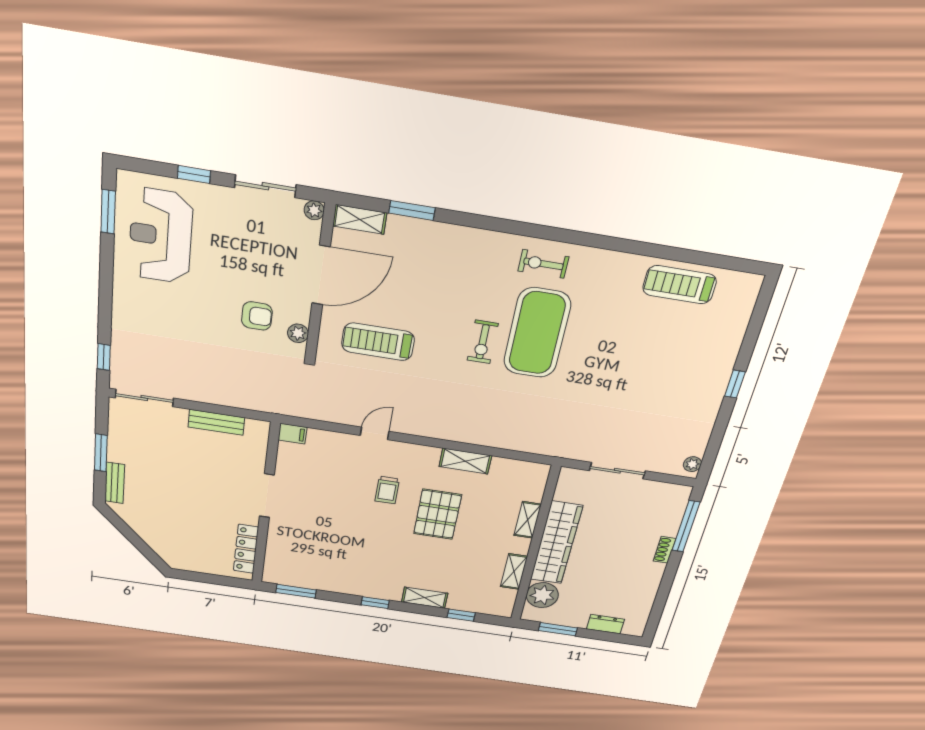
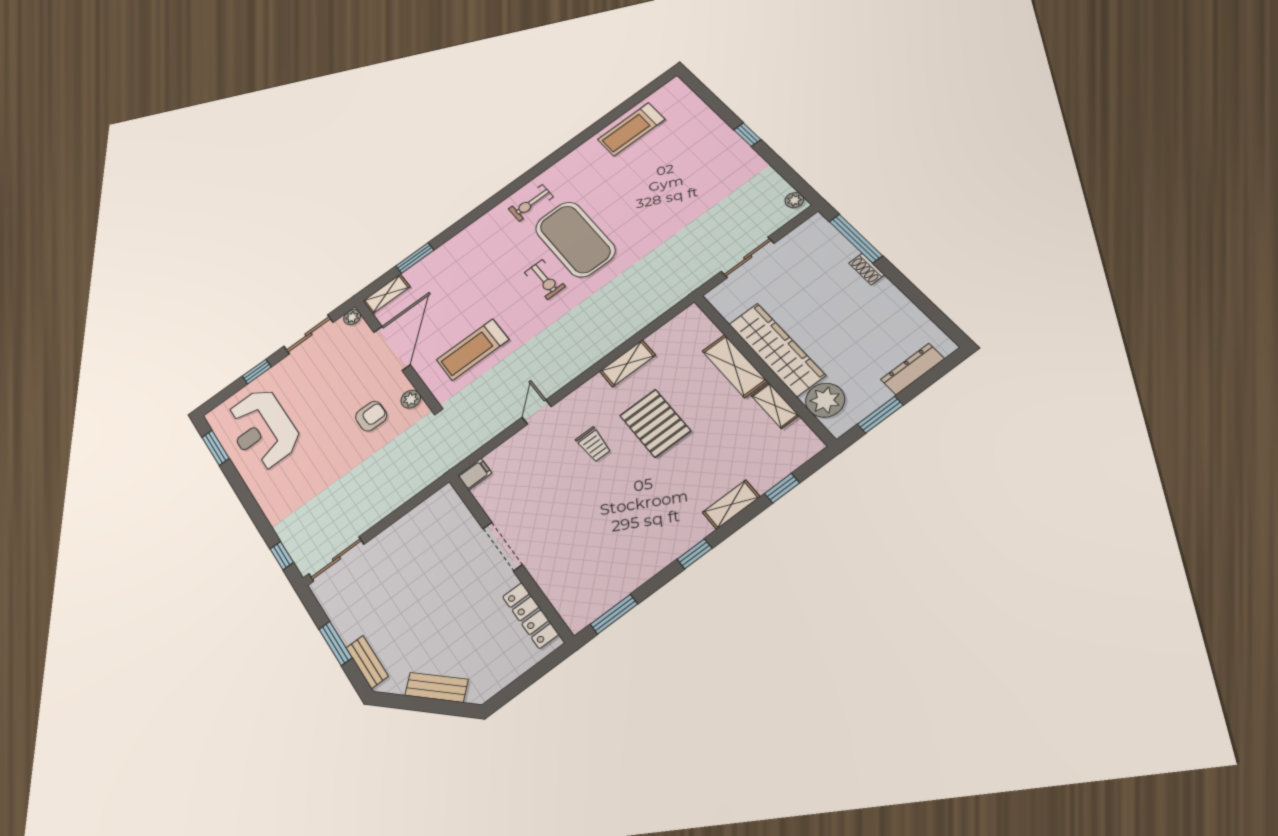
bench: (216, 422) -> (437, 687), moved, turned 45
shelving: (528, 520) -> (735, 366), width x1.50, depth x1.33
dresser: (605, 624) -> (913, 369), width x1.44

